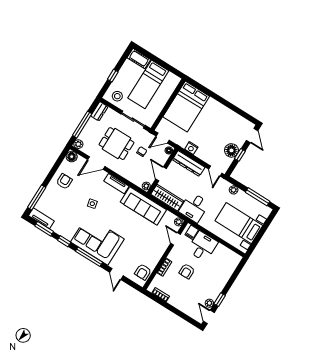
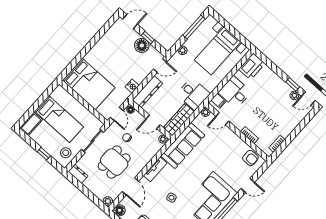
window: (82, 125) -> (89, 194), removed
printer: (230, 258) -> (252, 66), added
armchair: (187, 271) -> (258, 113), removed

